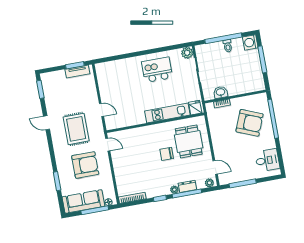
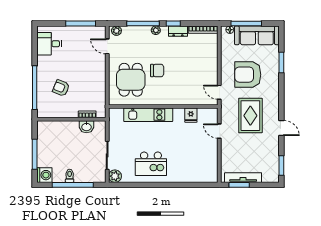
tv unit: (77, 71) -> (243, 178), width x1.41
fridge: (195, 108) -> (191, 115), moved
armchair: (250, 123) -> (61, 88), width x0.53, depth x0.53
dresser: (187, 186) -> (178, 31), moved

